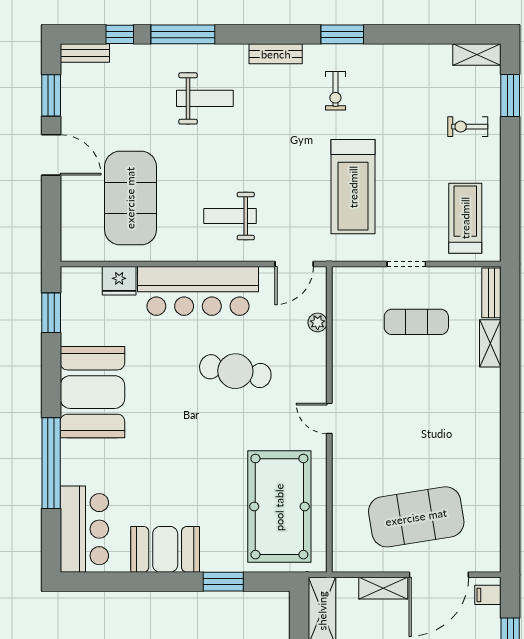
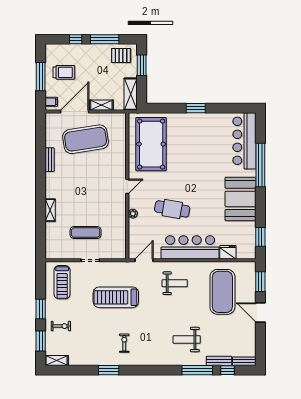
window: (342, 34) -> (109, 370), moved
bench: (276, 54) -> (219, 361), moved
window: (51, 95) -> (260, 282), moved
window: (510, 162) -> (41, 309), added
treadmill: (353, 187) -> (116, 297), turned -90
bench: (491, 293) -> (50, 160), moved
plant: (318, 322) -> (133, 214), moved
shelving: (490, 343) -> (50, 210), moved
door: (329, 418) -> (127, 186), hinge flipped
bar counter: (84, 529) -> (244, 141), width x1.36
booth: (165, 549) -> (206, 124), removed
window: (223, 582) -> (196, 108), moved

